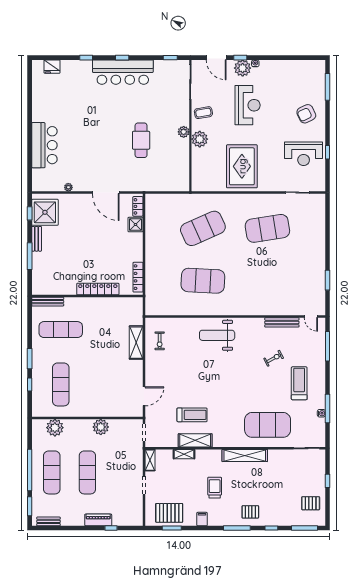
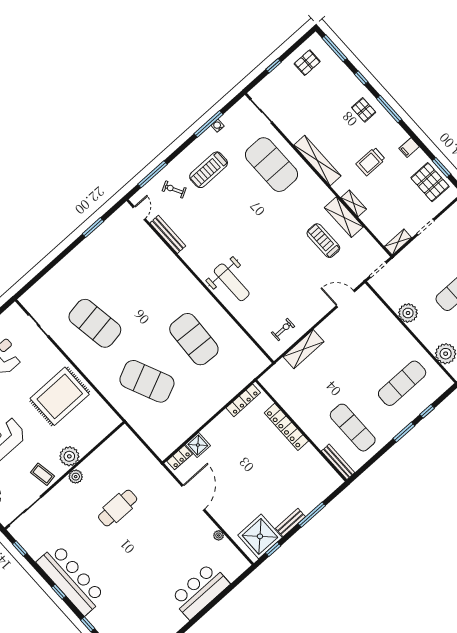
exercise bike: (274, 358) -> (174, 189), moved
shelving: (184, 454) -> (354, 203), moved
pallet: (311, 503) -> (307, 63), turned 90

